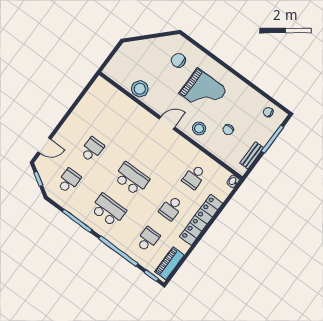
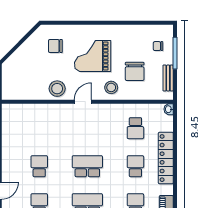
stool: (140, 89) -> (57, 89), moved
grand piano: (203, 91) -> (93, 56), turned 180
chair: (268, 112) -> (158, 46), moved
chair: (228, 130) -> (135, 71), width x1.87, depth x1.87
school desk: (171, 208) -> (135, 166), turned 180

